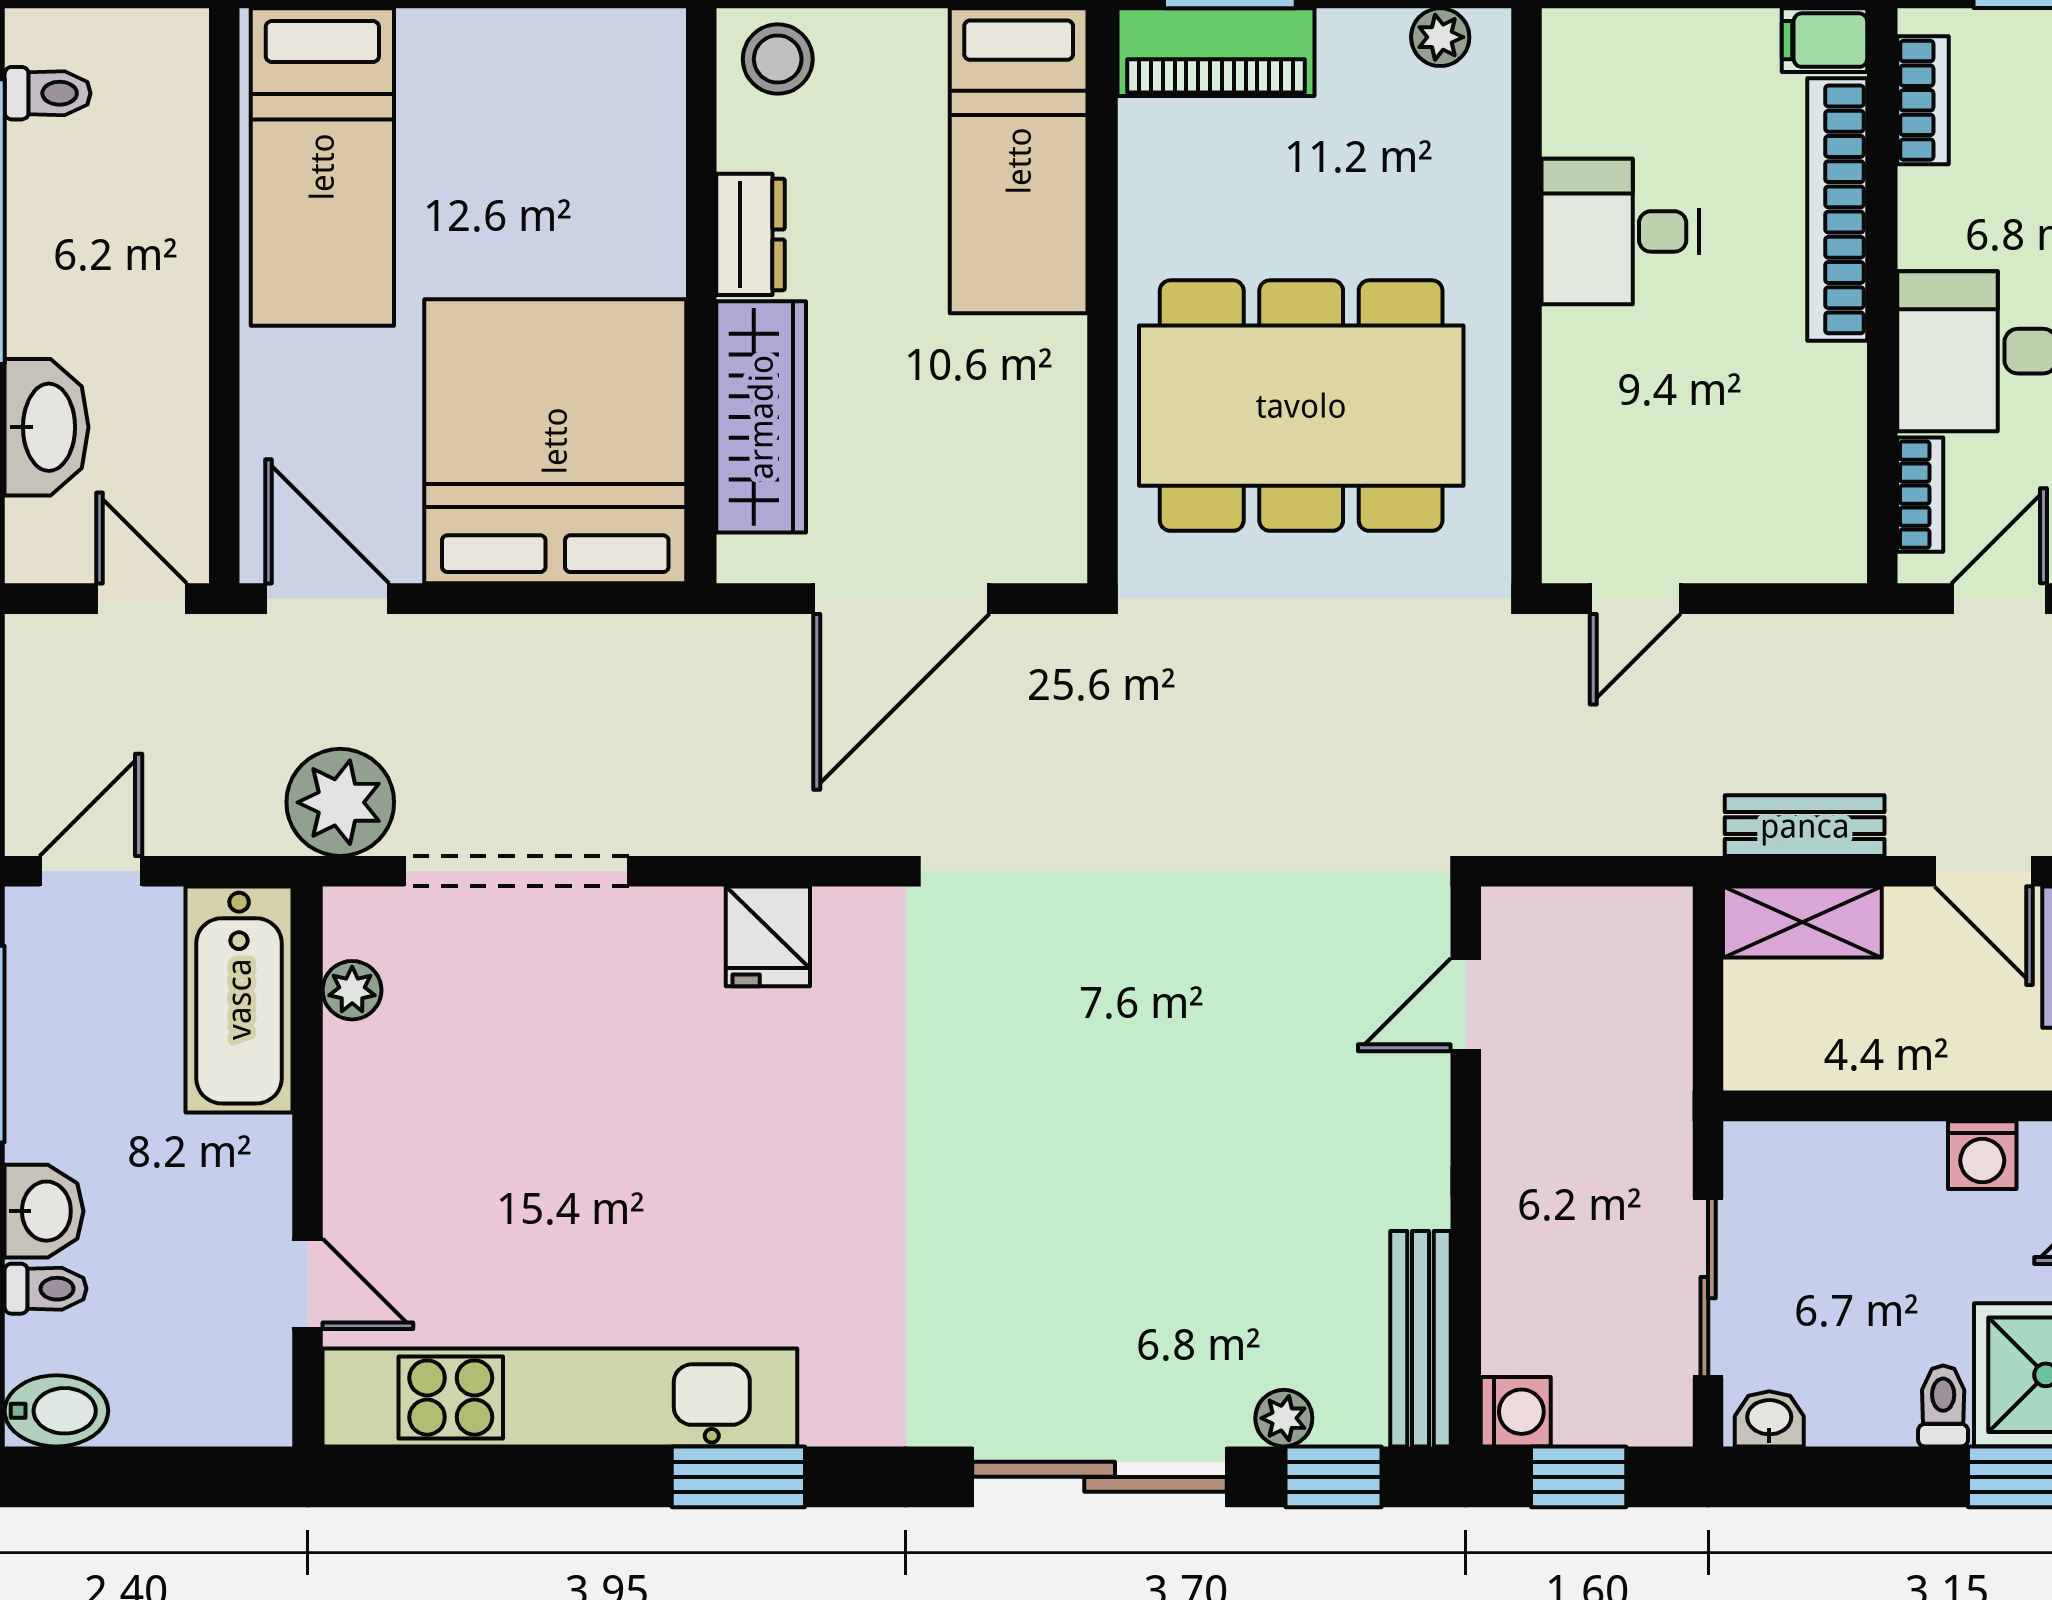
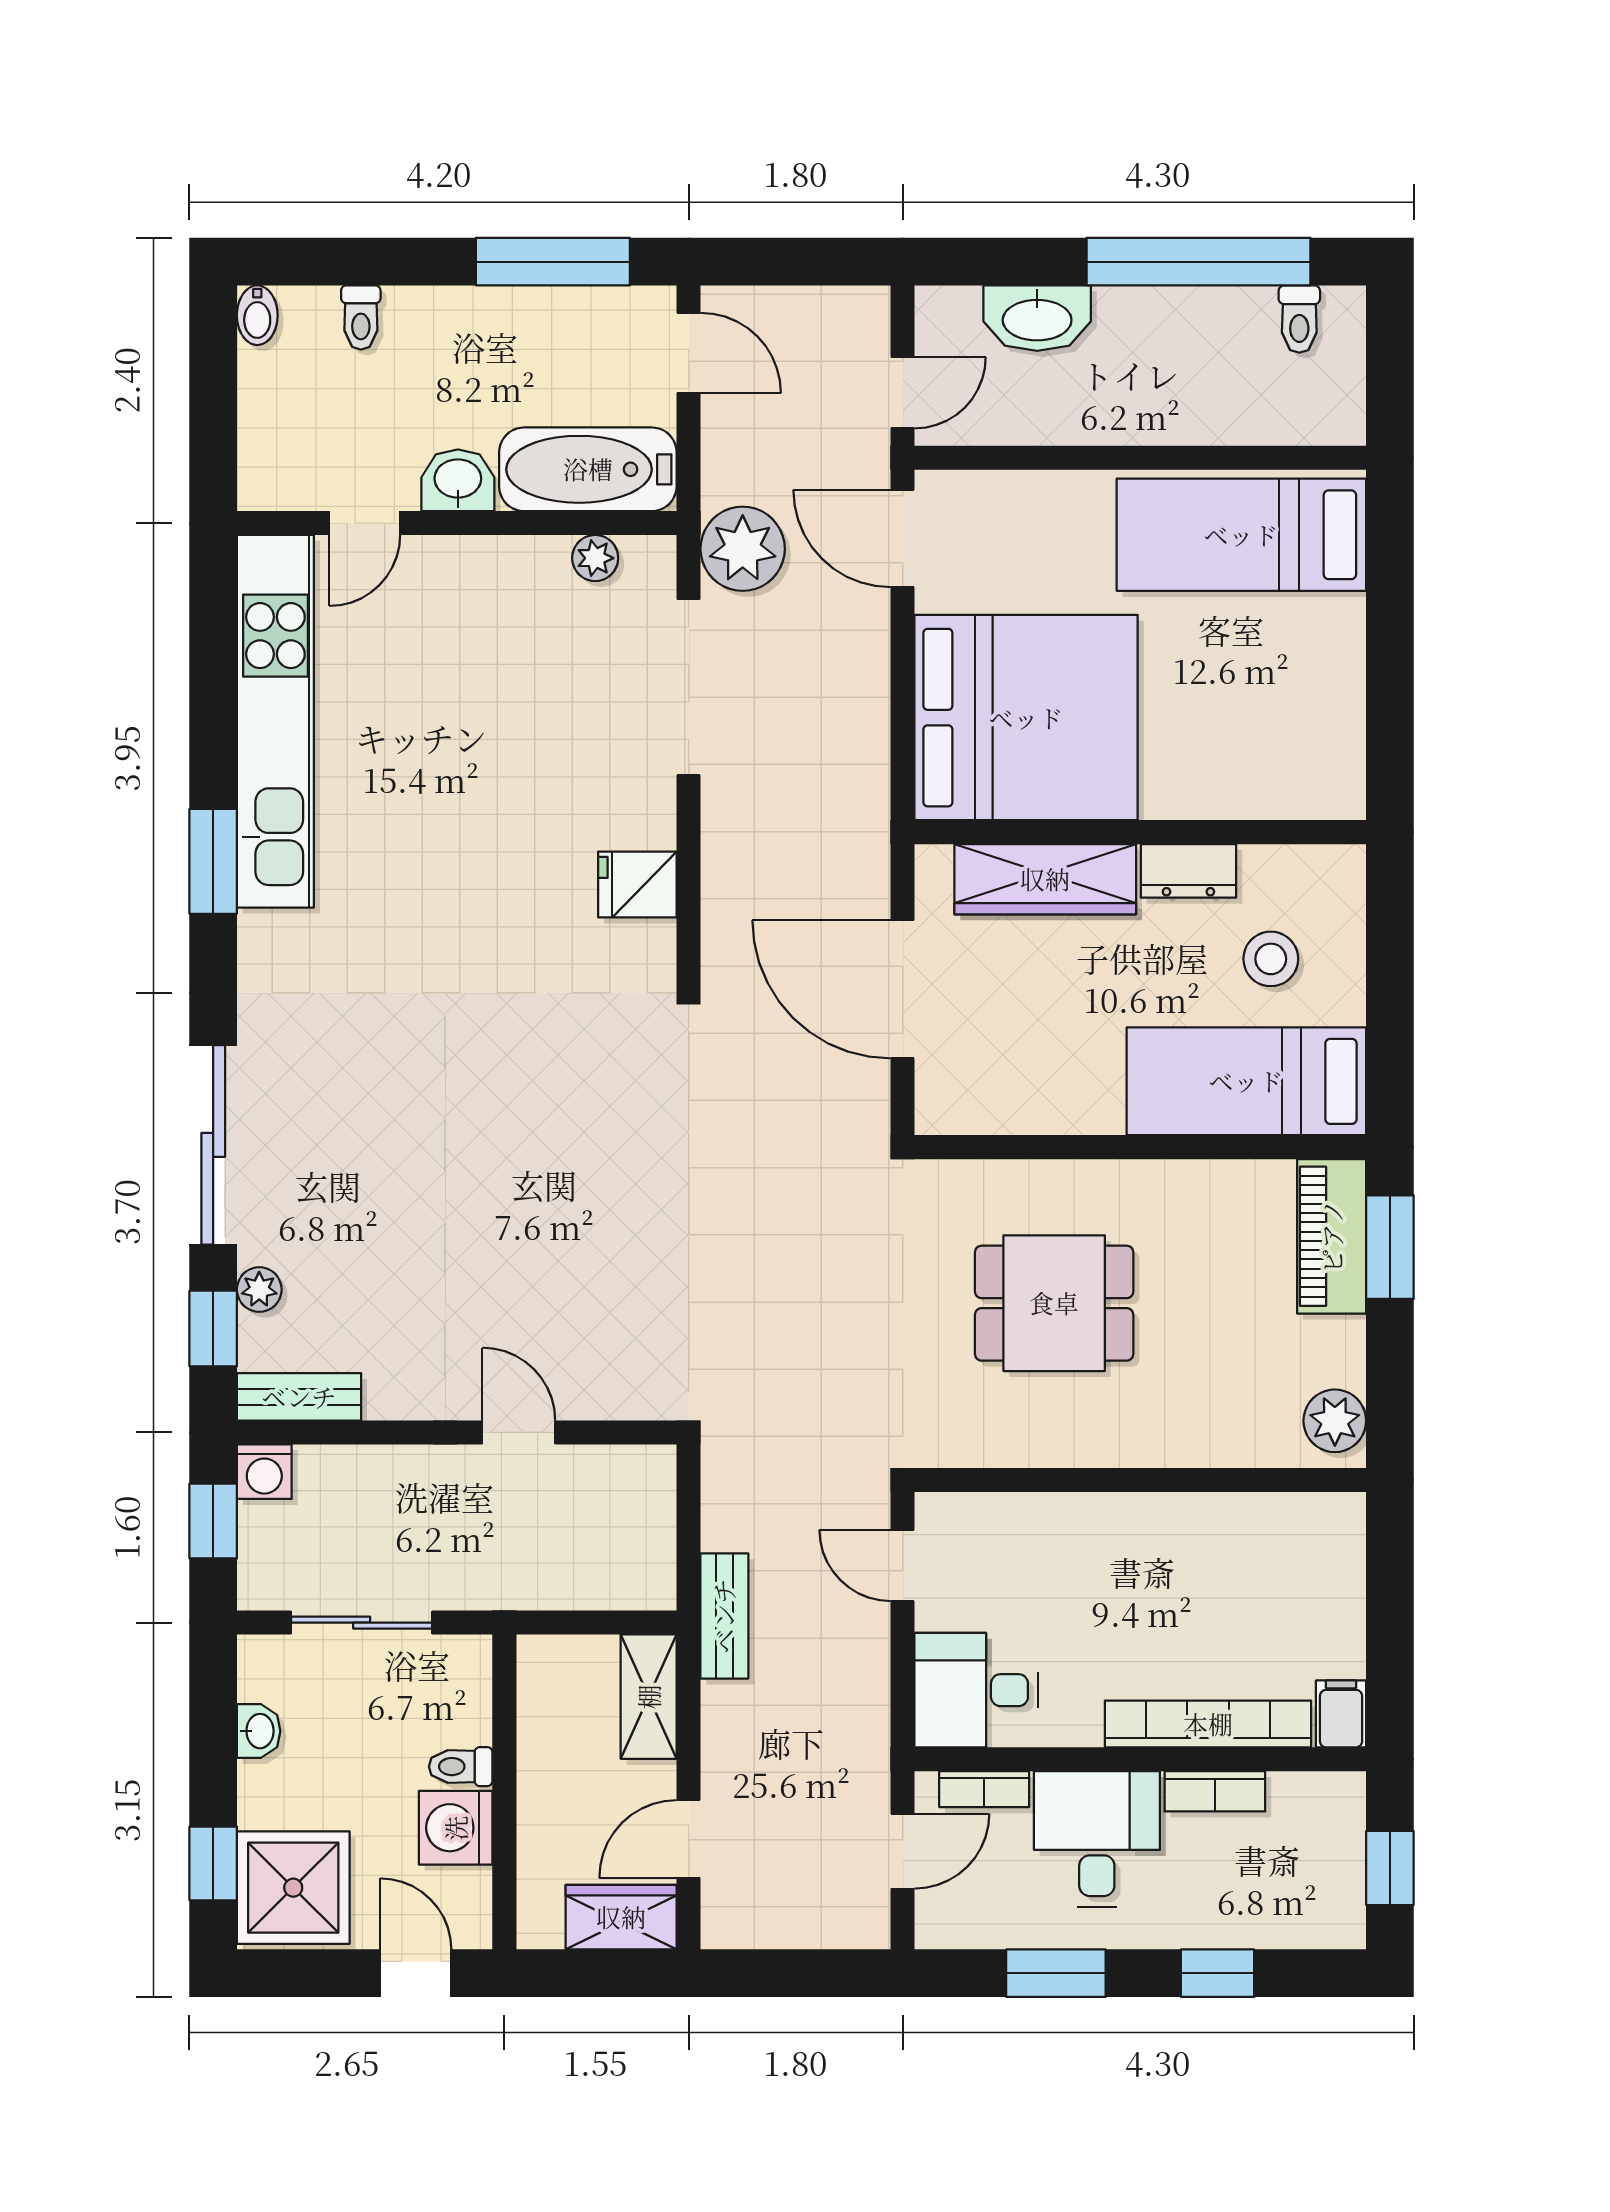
plant: (1440, 37) -> (1335, 1421), width x1.38, depth x1.38
stool: (778, 59) -> (1271, 959), moved
bookcase: (1923, 100) -> (1215, 1791), moved
desk: (1620, 231) -> (976, 1690), moved, turned -90
dining table: (1301, 406) -> (1054, 1303), width x0.53, depth x0.80
door: (327, 599) -> (903, 538), swing flipped
door: (1999, 599) -> (903, 1851), hinge flipped
bench: (1805, 826) -> (724, 1616), moved
door: (1466, 1005) -> (519, 1432), moved
washing machine: (1982, 1155) -> (456, 1828), width x1.38, depth x1.38
washbasin: (44, 1211) -> (458, 480), moved, turned 180
bench: (1421, 1339) -> (299, 1397), width x0.73
toilet: (1943, 1406) -> (461, 1767), moved, turned 180
bidet: (56, 1411) -> (257, 315), width x0.72, depth x0.74
washbasin: (1769, 1419) -> (259, 1731), moved

